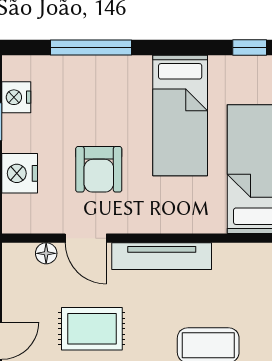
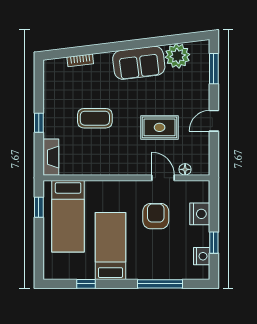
window: (250, 47) -> (86, 284), moved
tv unit: (162, 256) -> (121, 168), removed

